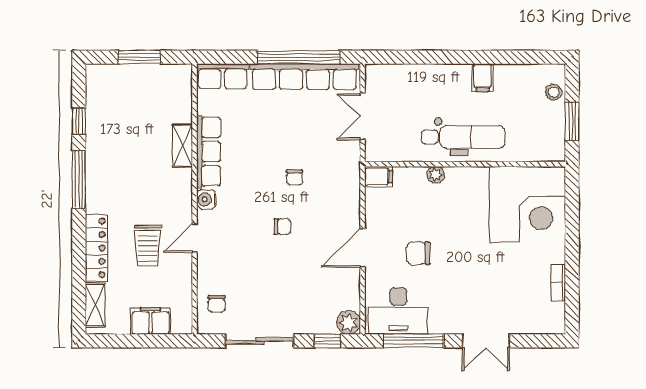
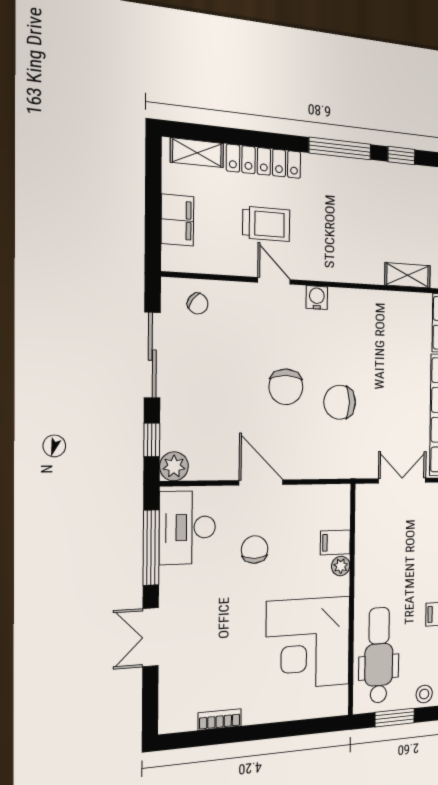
dental chair: (463, 137) -> (379, 655), moved, turned 180
shelving: (182, 146) -> (408, 275), moved
row of seats: (208, 152) -> (368, 303), removed
chair: (295, 177) -> (340, 402), width x1.87, depth x1.87
filing cabinet: (378, 177) -> (335, 542), moved, turned 90
corner desk: (527, 204) -> (308, 643), moved
chair: (282, 227) -> (286, 387), width x1.87, depth x1.87
trolley: (148, 245) -> (266, 224), turned 180
chair: (217, 304) -> (198, 304), turned -143

